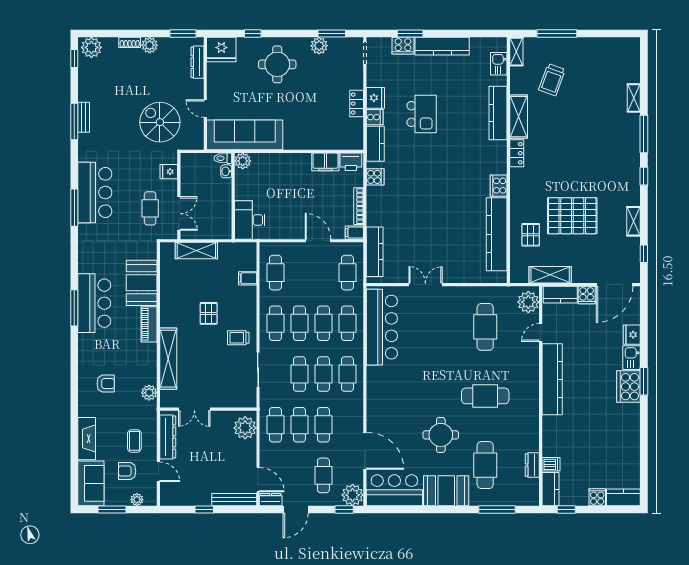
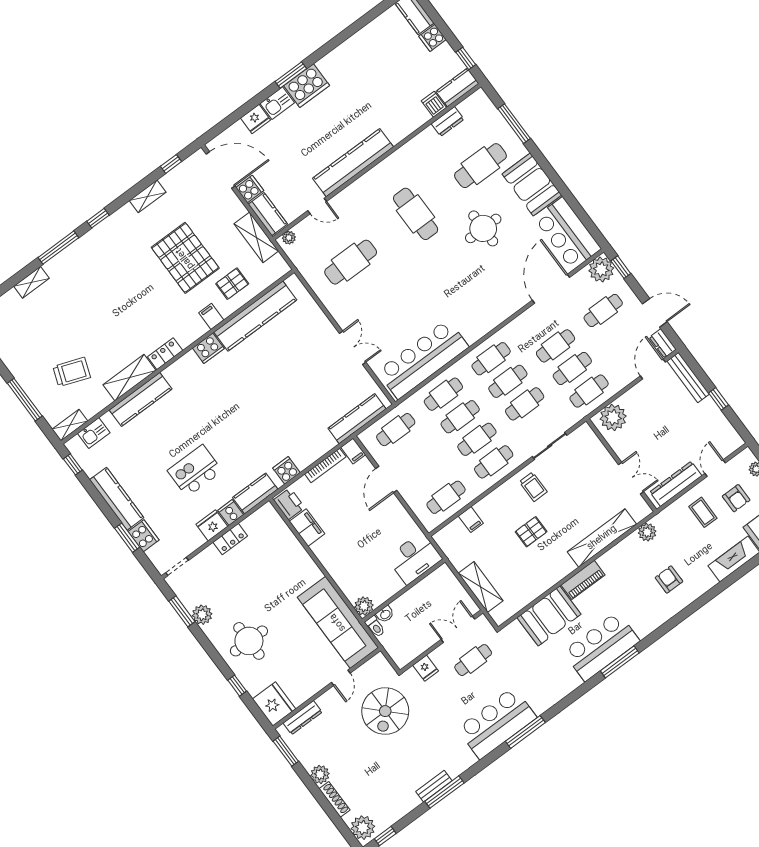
window: (488, 34) -> (73, 464), added
shoe rack: (130, 42) -> (335, 799), width x1.43
filing cabinet: (519, 204) -> (211, 316), added
double door: (425, 285) -> (353, 348), swing flipped
plant: (528, 302) -> (289, 238), width x0.53, depth x0.53
coffee table: (134, 441) -> (703, 512), turned 90

